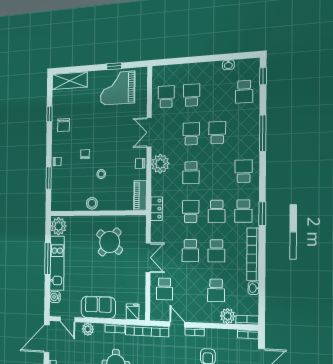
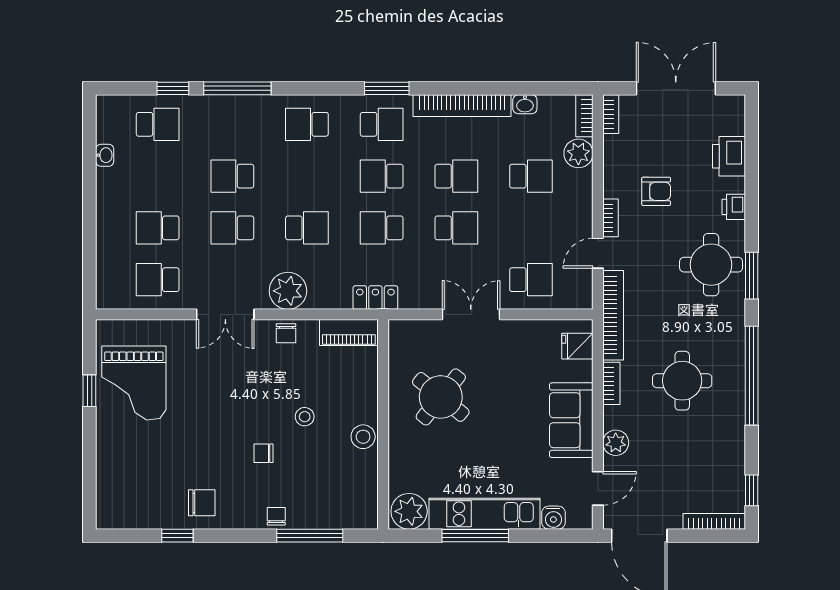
window: (263, 76) -> (173, 88), moved
shelving: (70, 81) -> (111, 490), removed
window: (49, 178) -> (310, 536), width x1.44
school desk: (217, 211) -> (382, 176), turned 180

